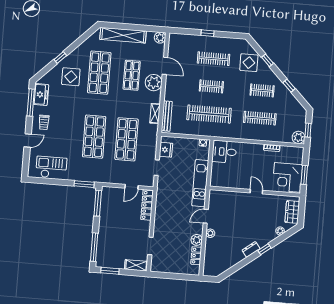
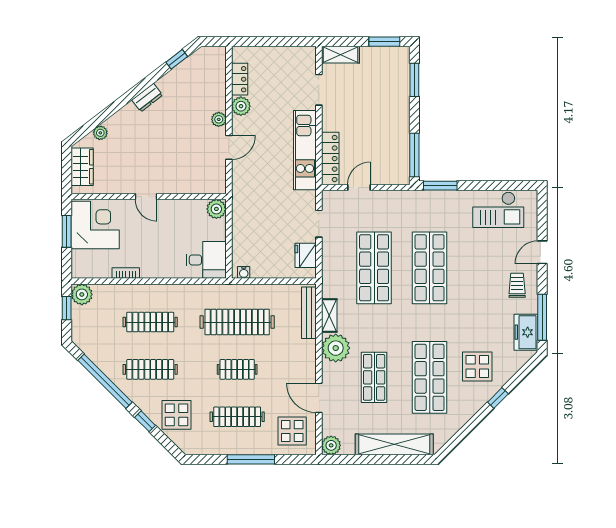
window: (207, 33) -> (251, 459), width x2.17
display table: (182, 48) -> (292, 431), added
plant: (154, 83) -> (336, 348), moved
window: (289, 86) -> (105, 381), width x3.17
clothes rail: (262, 90) -> (150, 369), width x1.36
plant: (216, 181) -> (216, 209), added
kitchen unit: (200, 183) -> (305, 150), moved, turned 180
window: (94, 247) -> (414, 80), width x0.69
window: (264, 249) -> (177, 59), moved

